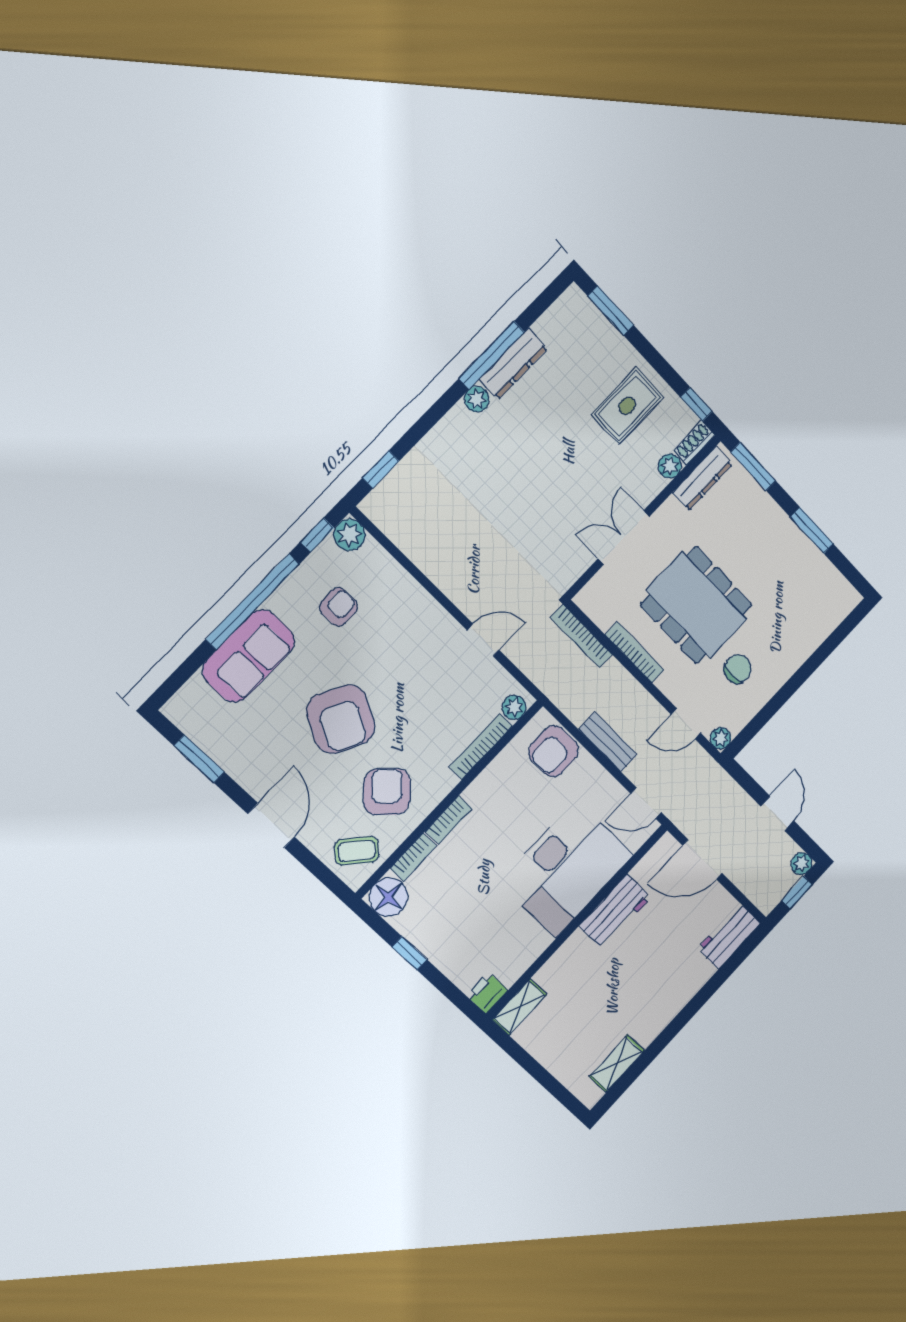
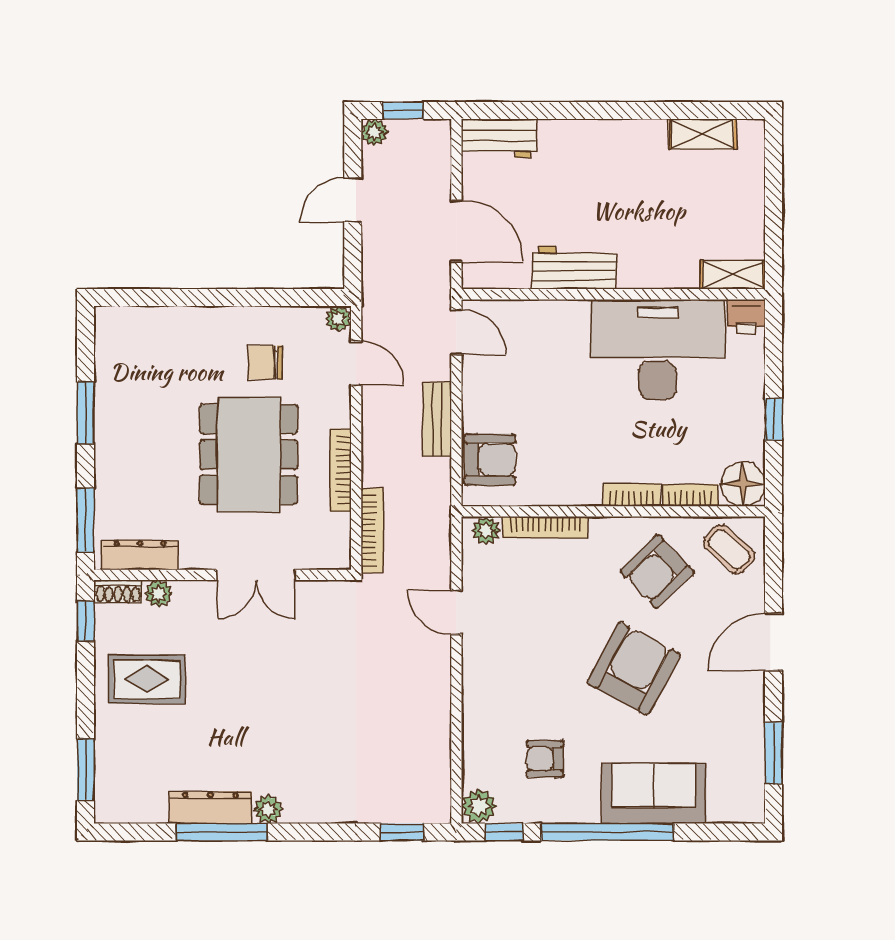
desk: (566, 869) -> (658, 349), moved

